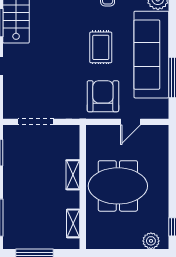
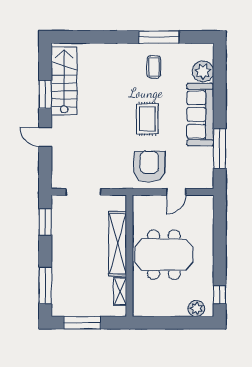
sofa: (151, 55) -> (200, 115), width x0.74, depth x0.79
shelving: (73, 175) -> (118, 244), width x2.20, depth x1.33

